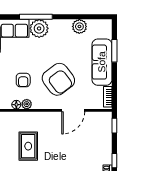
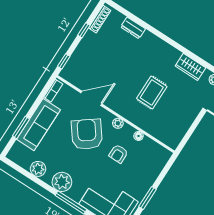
plant: (39, 28) -> (62, 182), moved
armchair: (23, 80) -> (118, 154), turned 180
plant: (27, 104) -> (118, 123), moved

